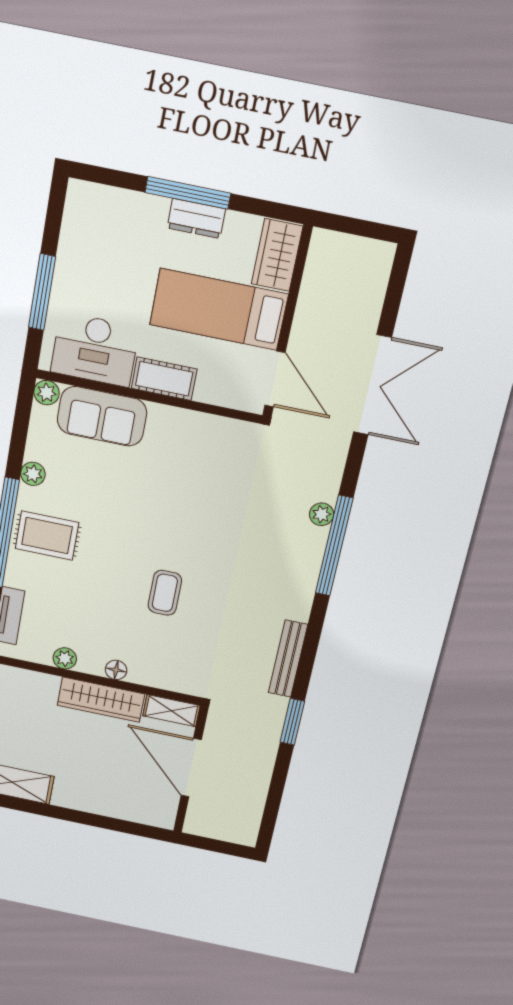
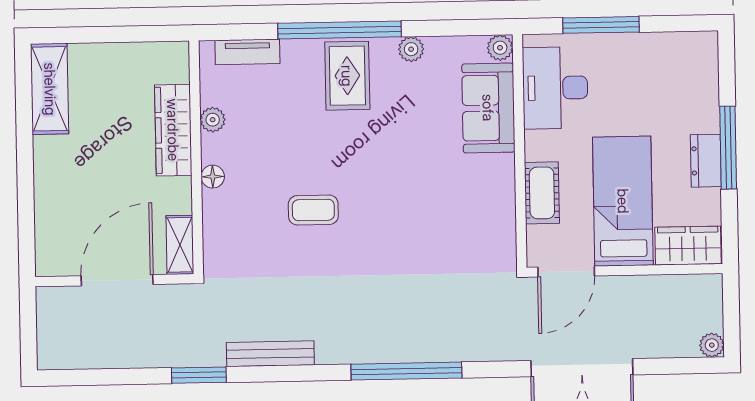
cot: (164, 379) -> (542, 193), moved
plant: (322, 514) -> (712, 345), moved
wardrobe: (101, 700) -> (173, 130), moved

